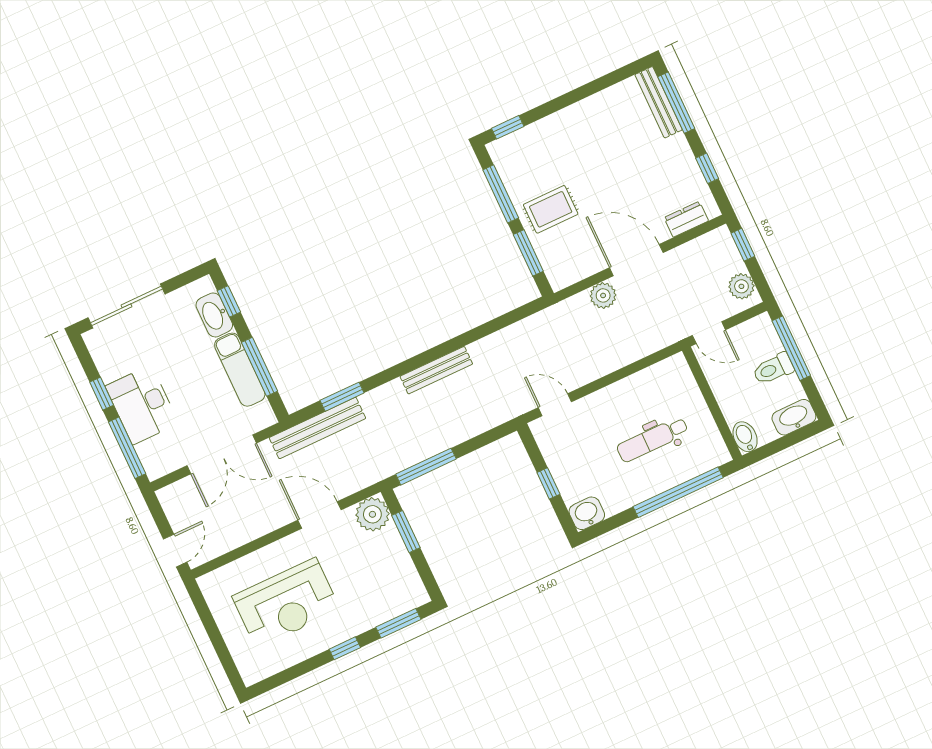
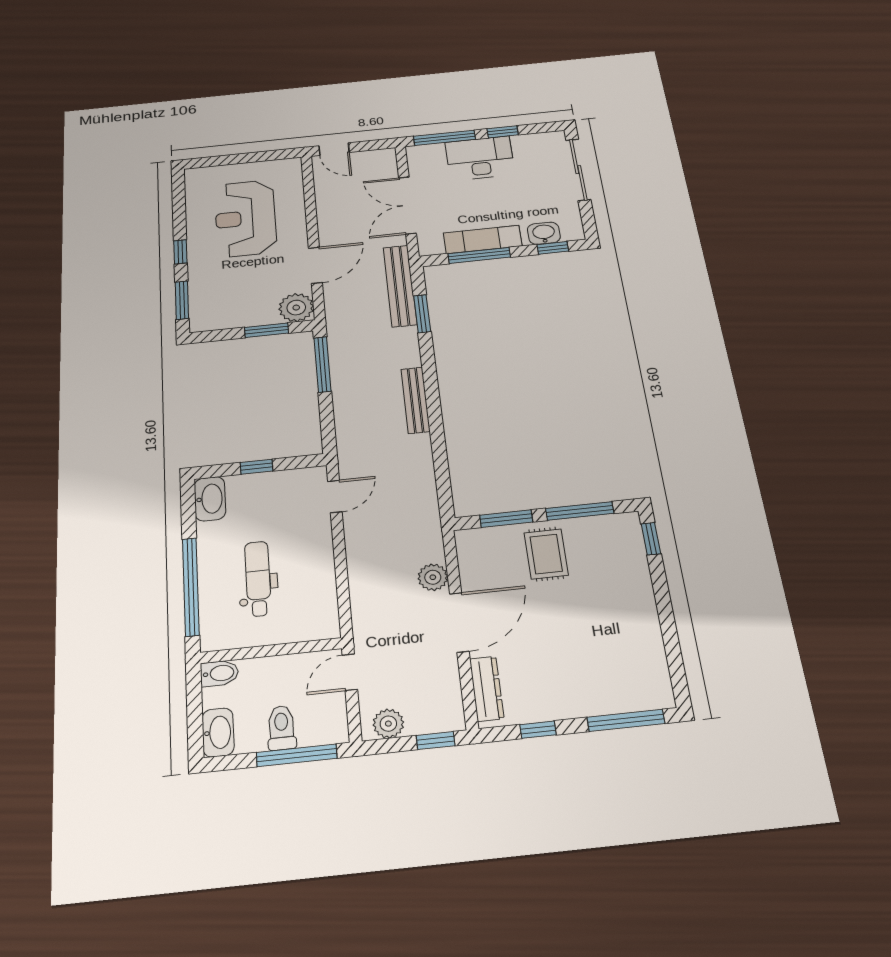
bench: (659, 102) -> (632, 701), removed
dresser: (686, 219) -> (487, 689), width x1.44
washbasin: (214, 315) -> (544, 233), width x0.72
washbasin: (587, 513) -> (210, 499), width x1.38

